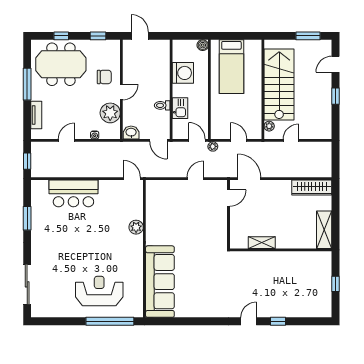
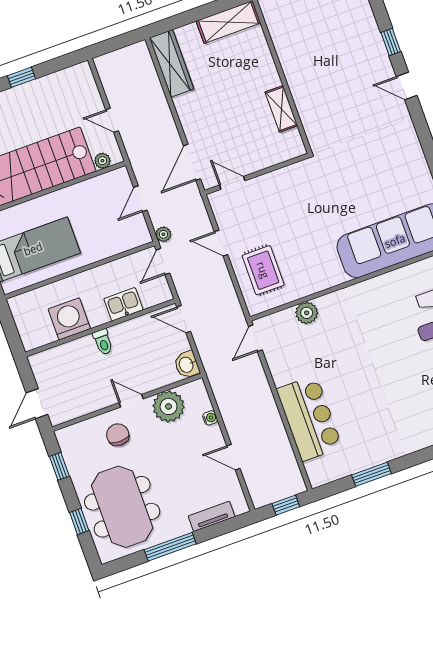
boiler: (203, 45) -> (17, 304), removed
toilet: (162, 105) -> (103, 342), moved
door: (158, 140) -> (184, 319), swing flipped
rug: (170, 198) -> (263, 270), added
plant: (136, 227) -> (307, 313), moved

